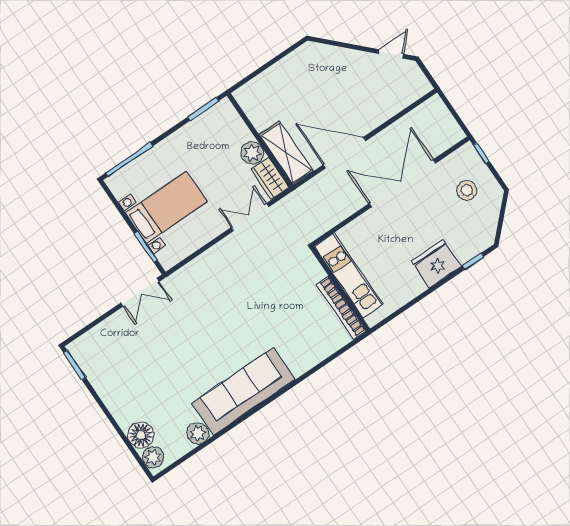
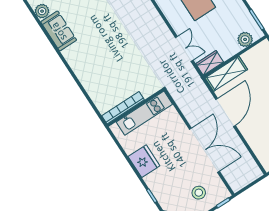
plant: (252, 153) -> (245, 39), moved
fridge: (436, 264) -> (144, 161), moved
sofa: (244, 391) -> (59, 31), width x0.54, depth x0.79

